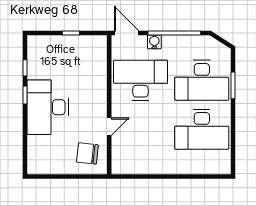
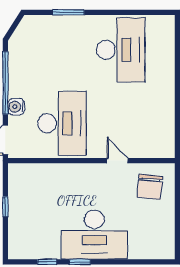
desk: (141, 80) -> (62, 123), turned 180
desk: (202, 80) -> (62, 50), removed

